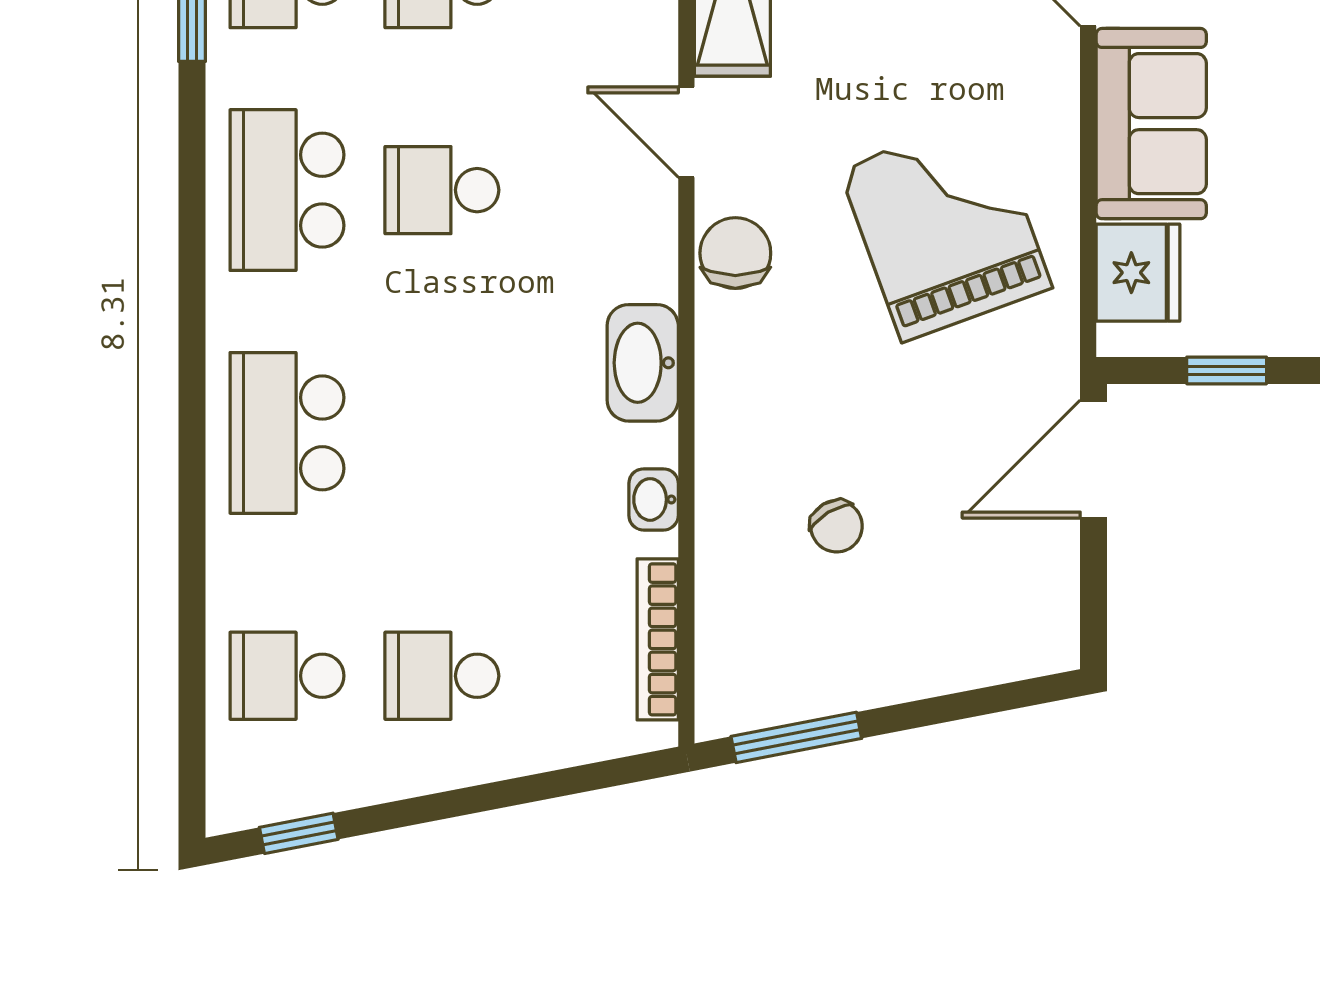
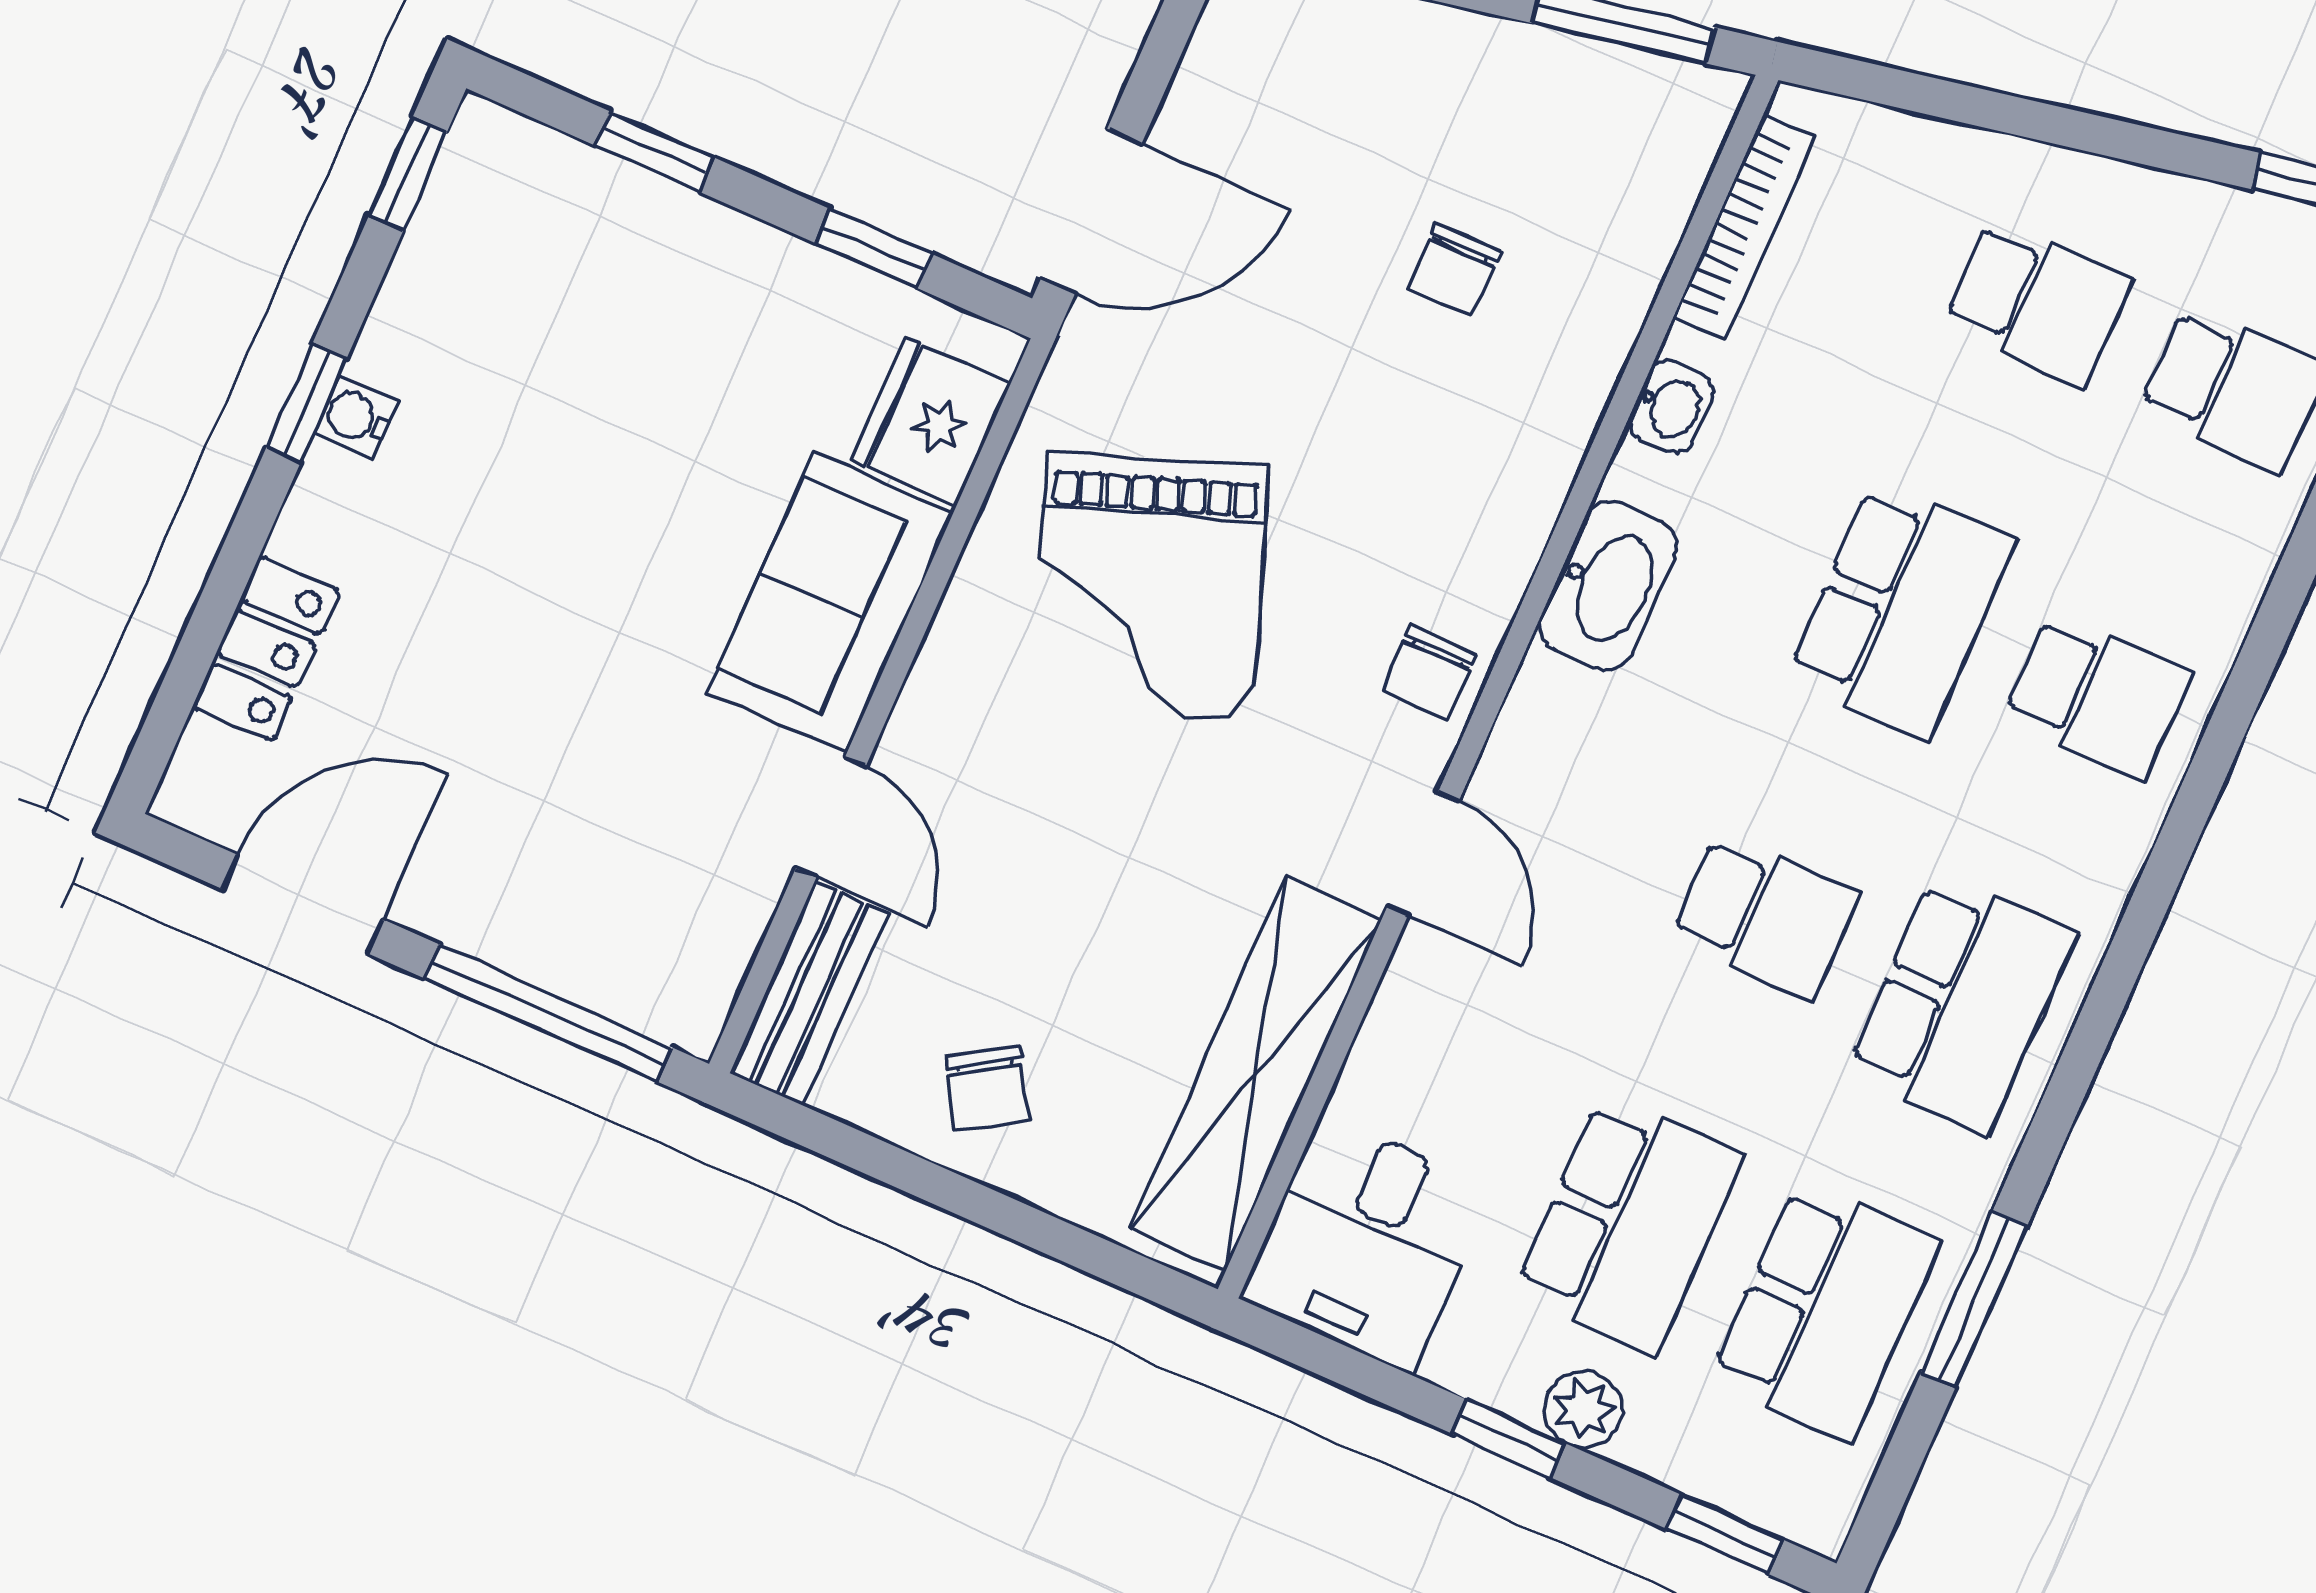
chair: (735, 253) -> (1429, 672), width x0.73, depth x0.73
school desk: (287, 433) -> (2097, 696), width x0.54
school desk: (442, 433) -> (1901, 609), added
chair: (837, 526) -> (1454, 270), turned -149

